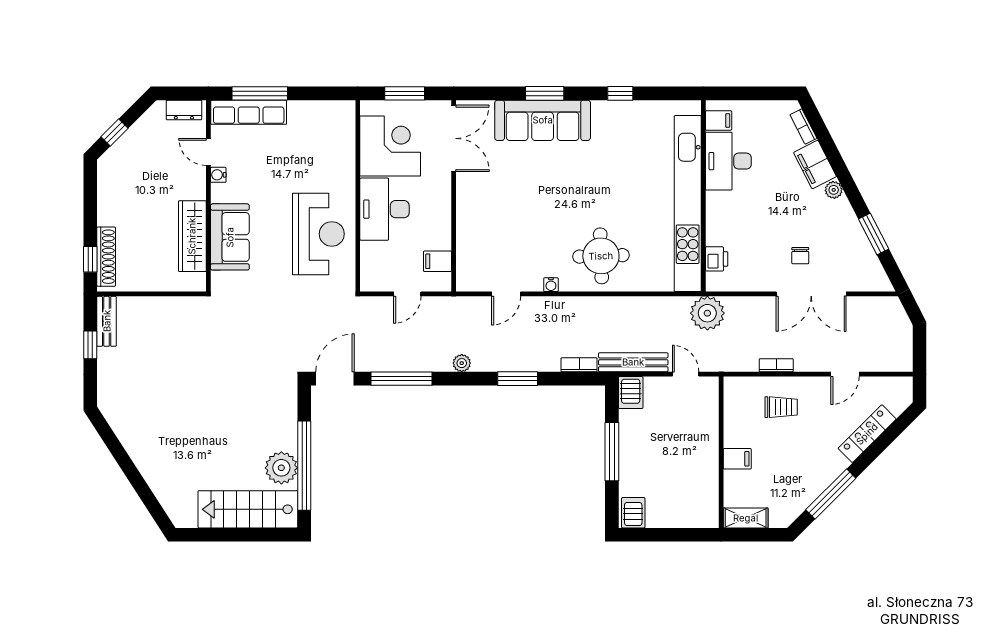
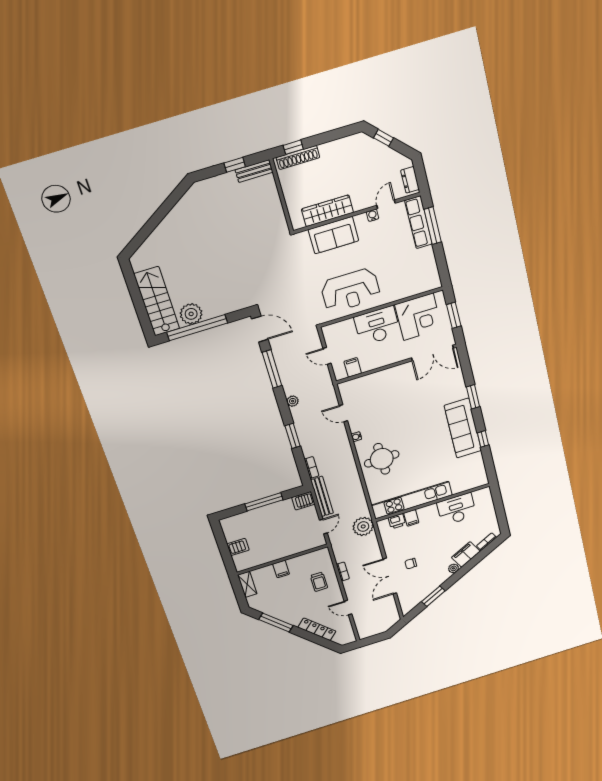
sofa: (543, 120) -> (463, 428), moved
filing cabinet: (719, 120) -> (411, 518), moved
kitchen unit: (688, 204) -> (412, 500), width x0.73
server rack: (633, 513) -> (238, 547), moved

